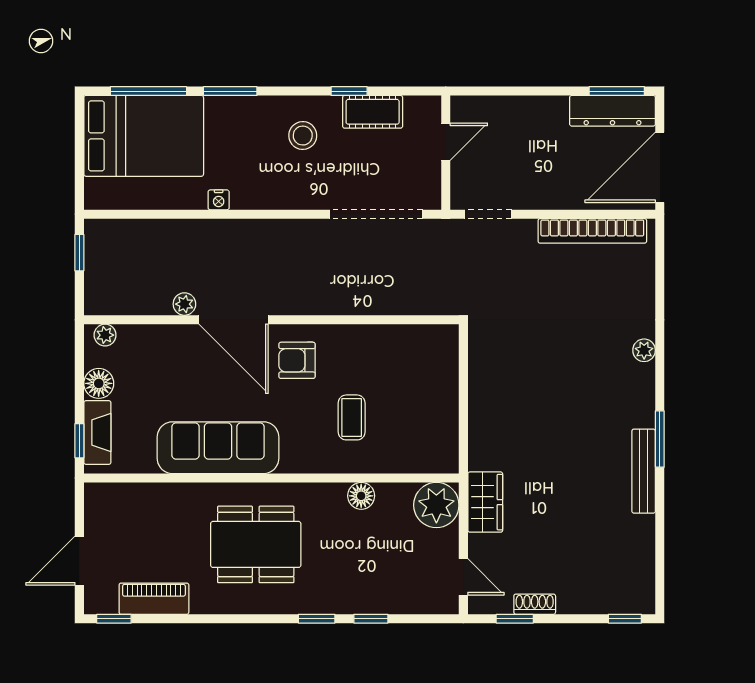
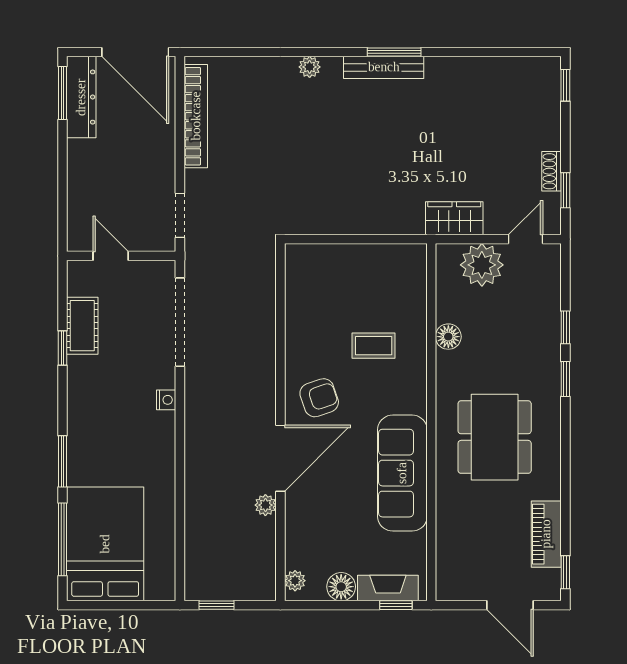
stool: (303, 136) -> (105, 392), removed
nightstand: (219, 200) -> (166, 400), moved
armchair: (297, 360) -> (319, 398), turned -109
bench: (644, 471) -> (384, 67), moved
plant: (436, 505) -> (482, 265), moved

